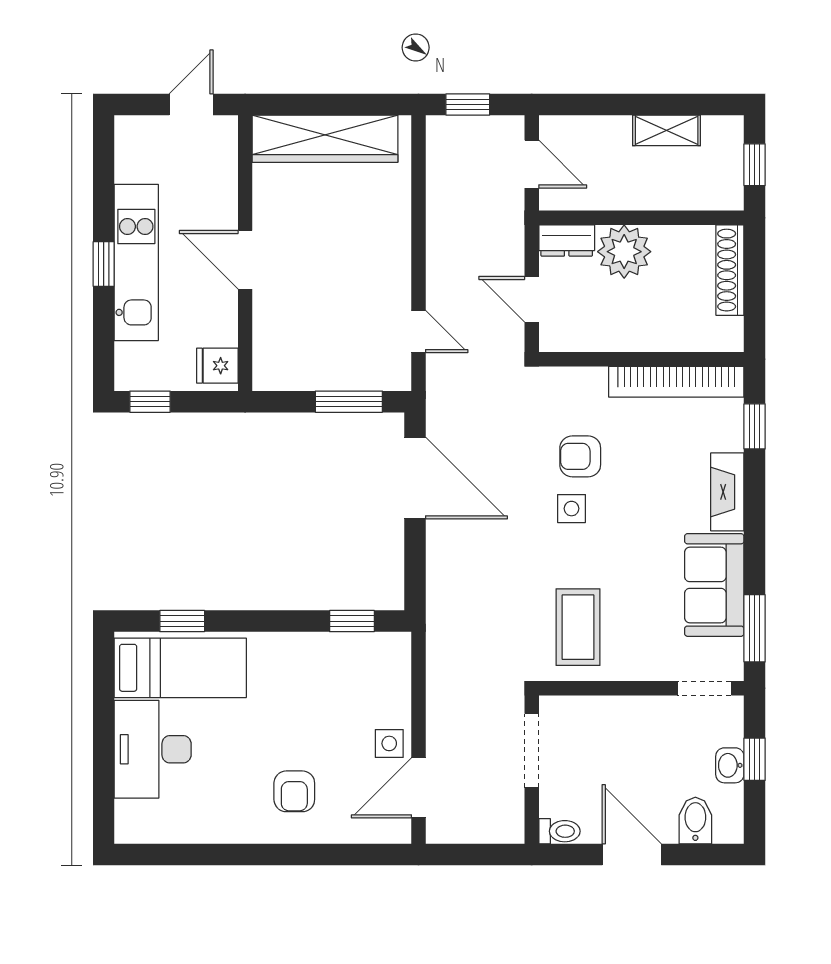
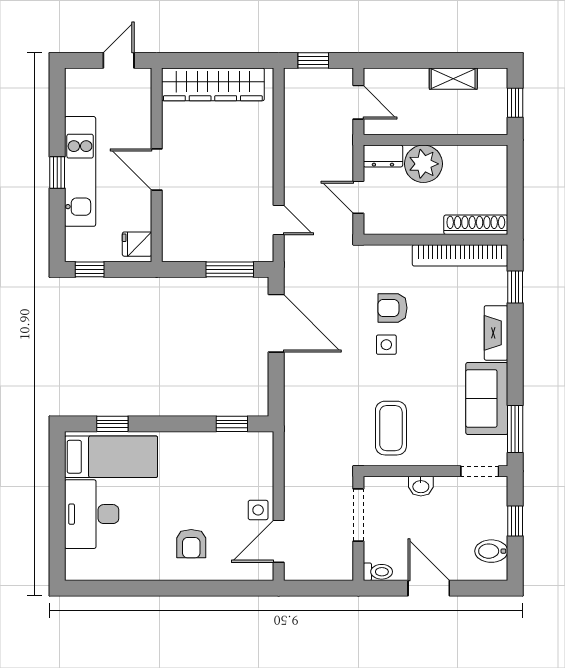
shoe rack: (730, 270) -> (476, 225), moved, turned 90
washbasin: (730, 765) -> (421, 486), moved, turned -90
bidet: (695, 821) -> (491, 551), moved, turned -90

